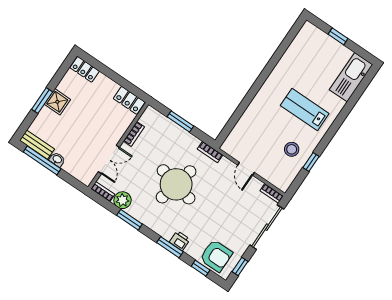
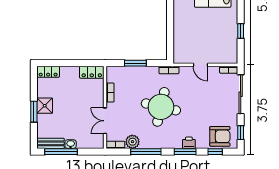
stool: (292, 149) -> (222, 31), removed
double door: (109, 160) -> (105, 121), swing flipped
window: (129, 220) -> (146, 152), width x1.44

